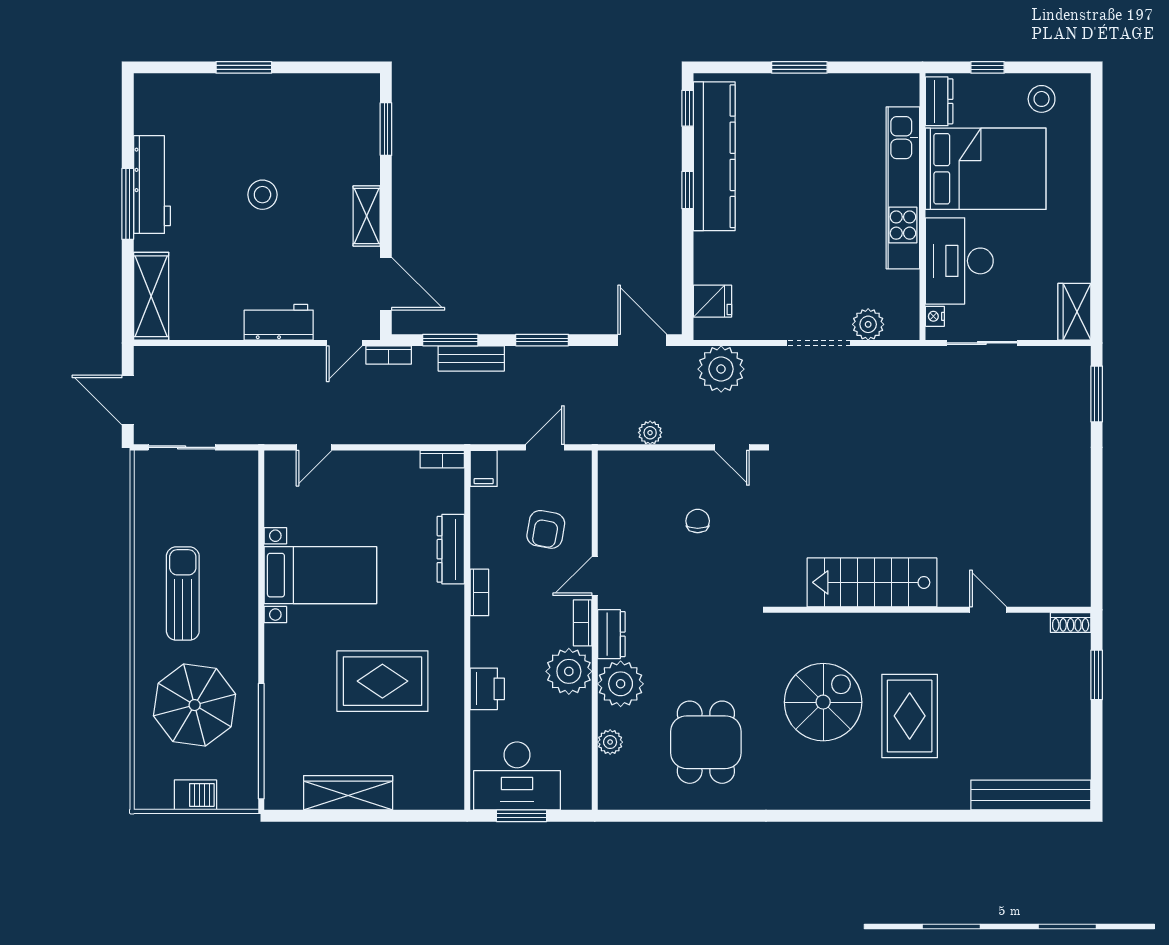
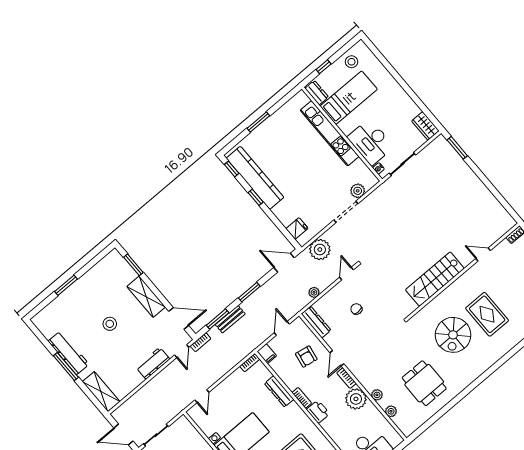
bed: (986, 169) -> (349, 98), width x0.67
shelving: (367, 216) -> (146, 297), width x1.50, depth x1.33
door: (732, 447) -> (347, 274), swing flipped
dresser: (611, 634) -> (316, 322), moved, width x1.44
plant: (621, 684) -> (377, 395), width x0.53, depth x0.53
printer: (487, 689) -> (318, 412), moved
spiral stairs: (823, 702) -> (453, 335), turned 180

